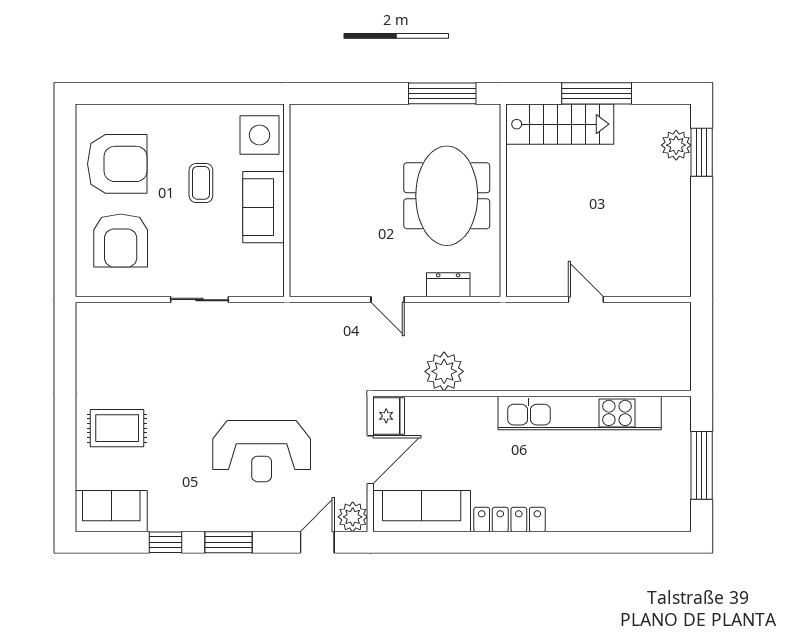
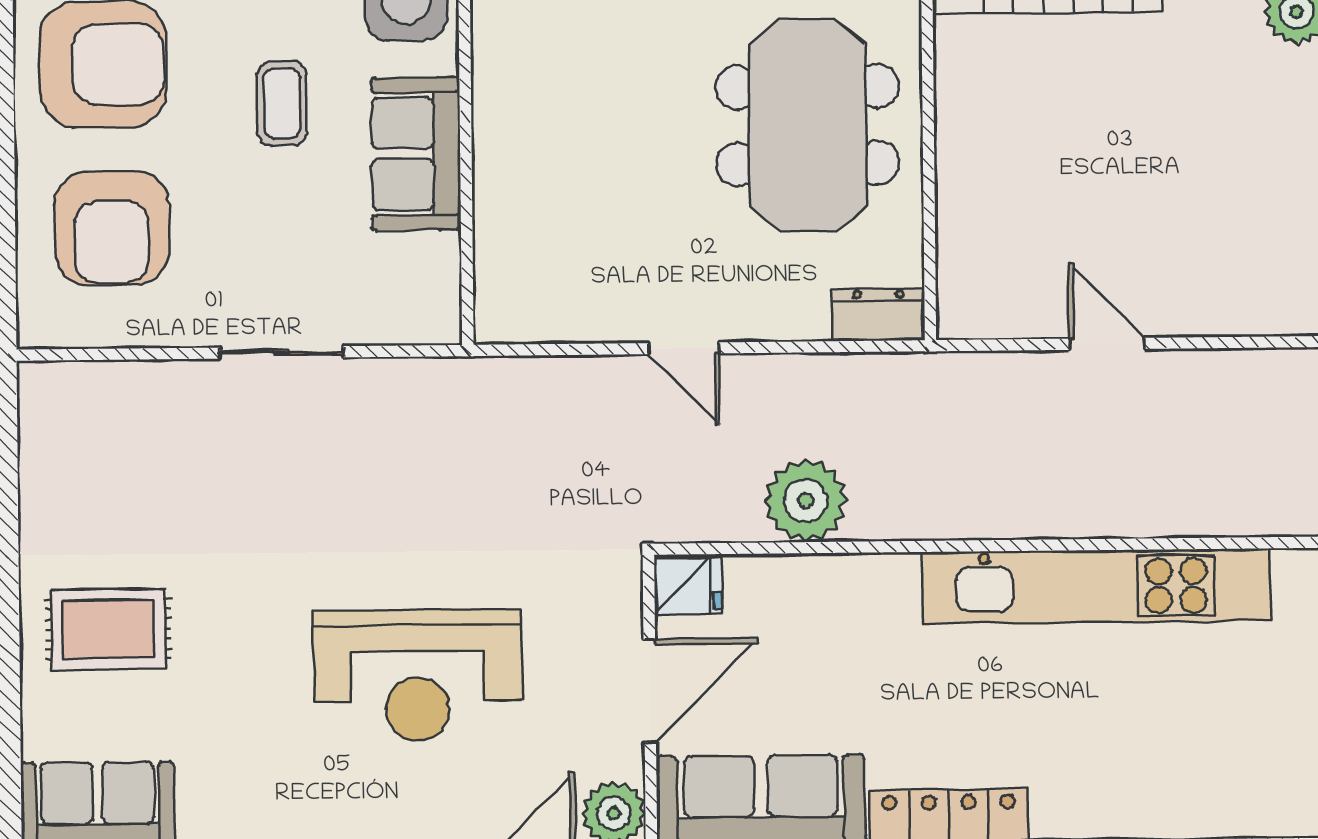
dresser: (448, 285) -> (878, 315), moved
fridge: (389, 416) -> (688, 586), width x0.72

